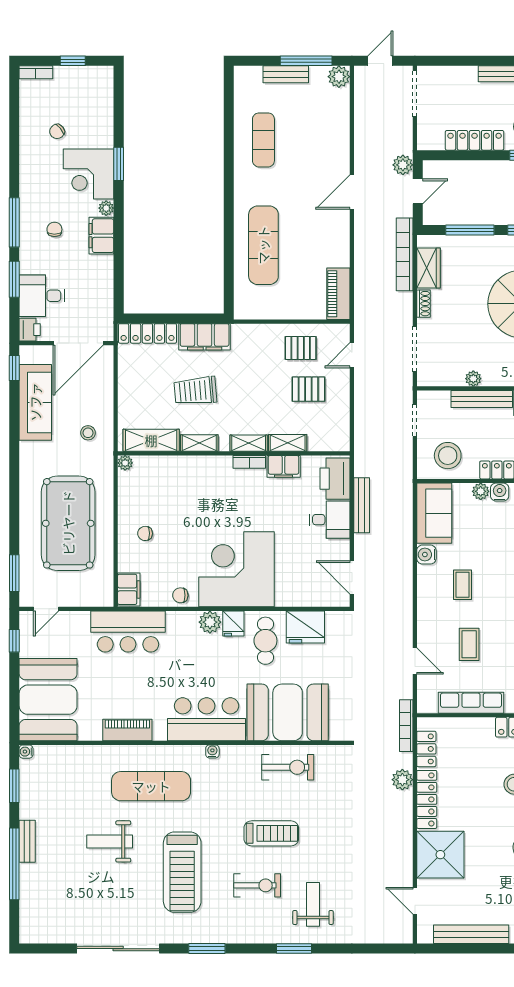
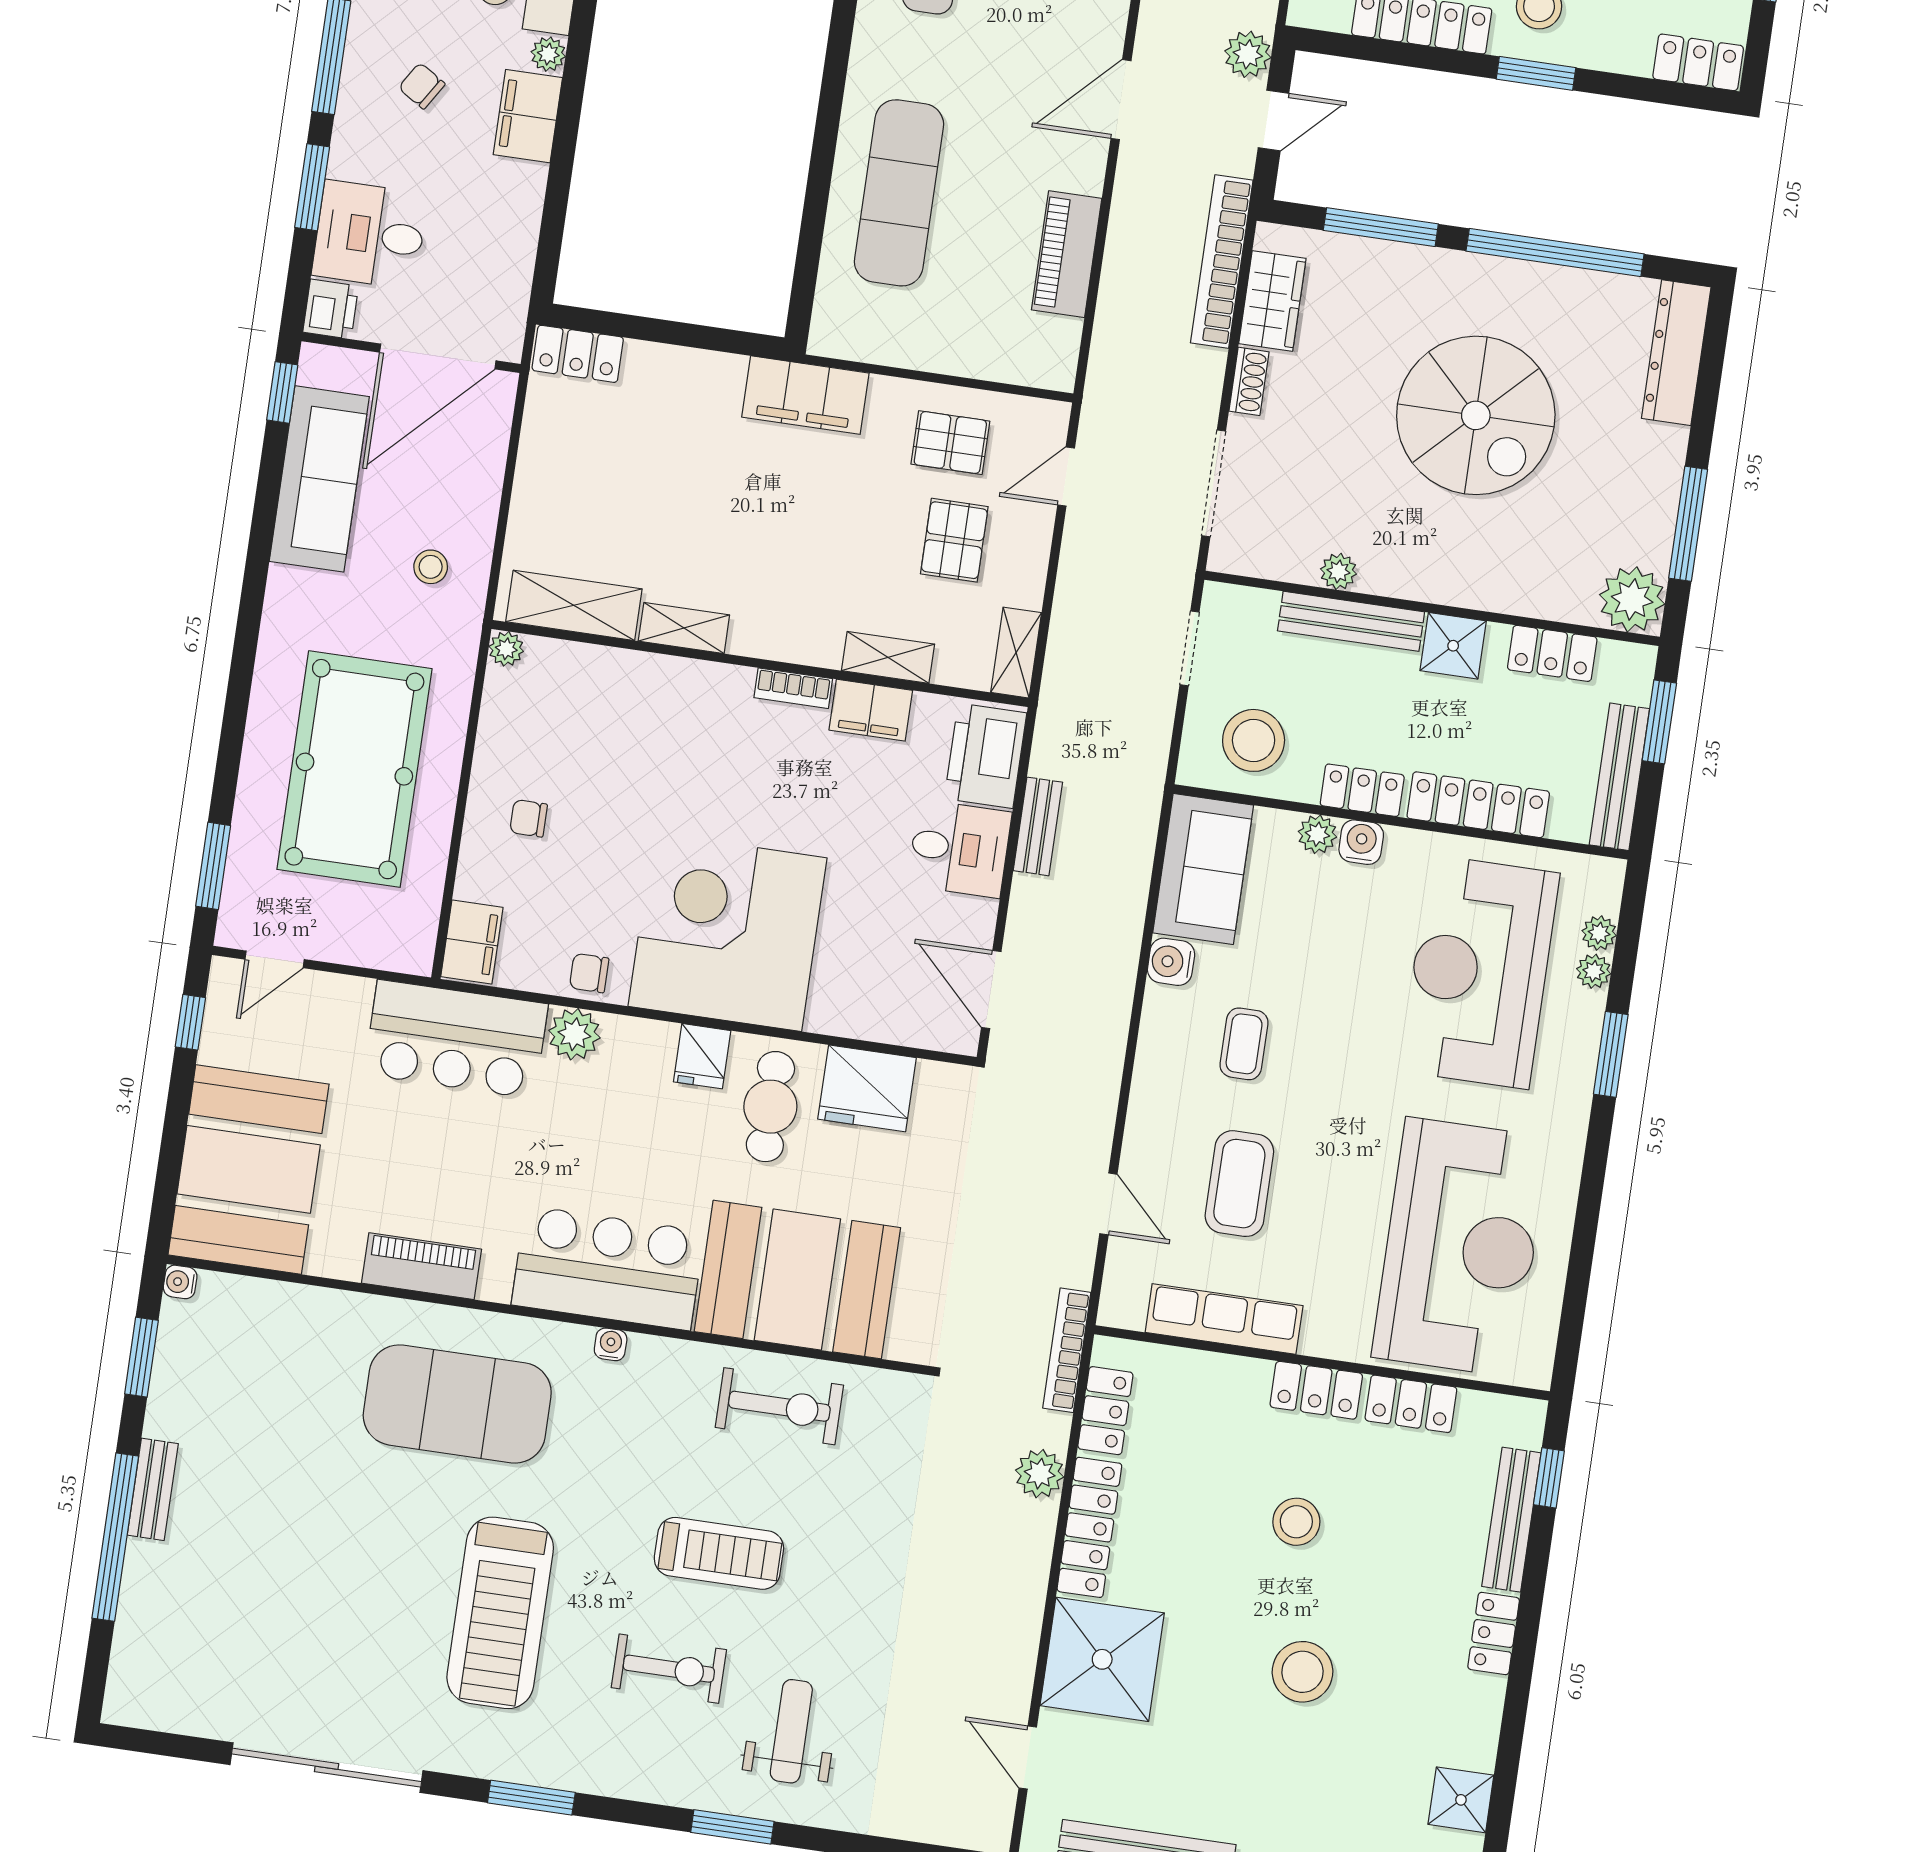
chair: (54, 229) -> (422, 86), turned -58
piano: (338, 294) -> (1067, 254), moved
locker: (147, 333) -> (578, 354), width x0.66
filing cabinet: (205, 337) -> (805, 395), moved
pallet: (308, 389) -> (954, 540), turned 90
trolley: (195, 391) -> (693, 506), removed
shelving: (249, 443) -> (1016, 653), moved, turned 90
bench: (362, 505) -> (1038, 826), width x0.73
plant: (210, 622) -> (574, 1034), moved
coffee table: (469, 644) -> (1239, 1184), width x1.36, depth x1.30
exercise mat: (151, 786) -> (457, 1404), width x1.47
weight bench: (110, 841) -> (343, 1518), removed

